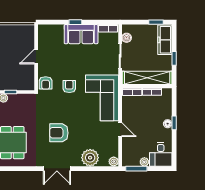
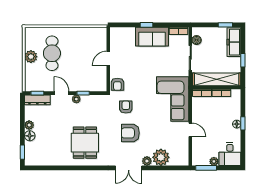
armchair: (69, 86) -> (126, 107), moved
plant: (114, 162) -> (147, 161), moved

